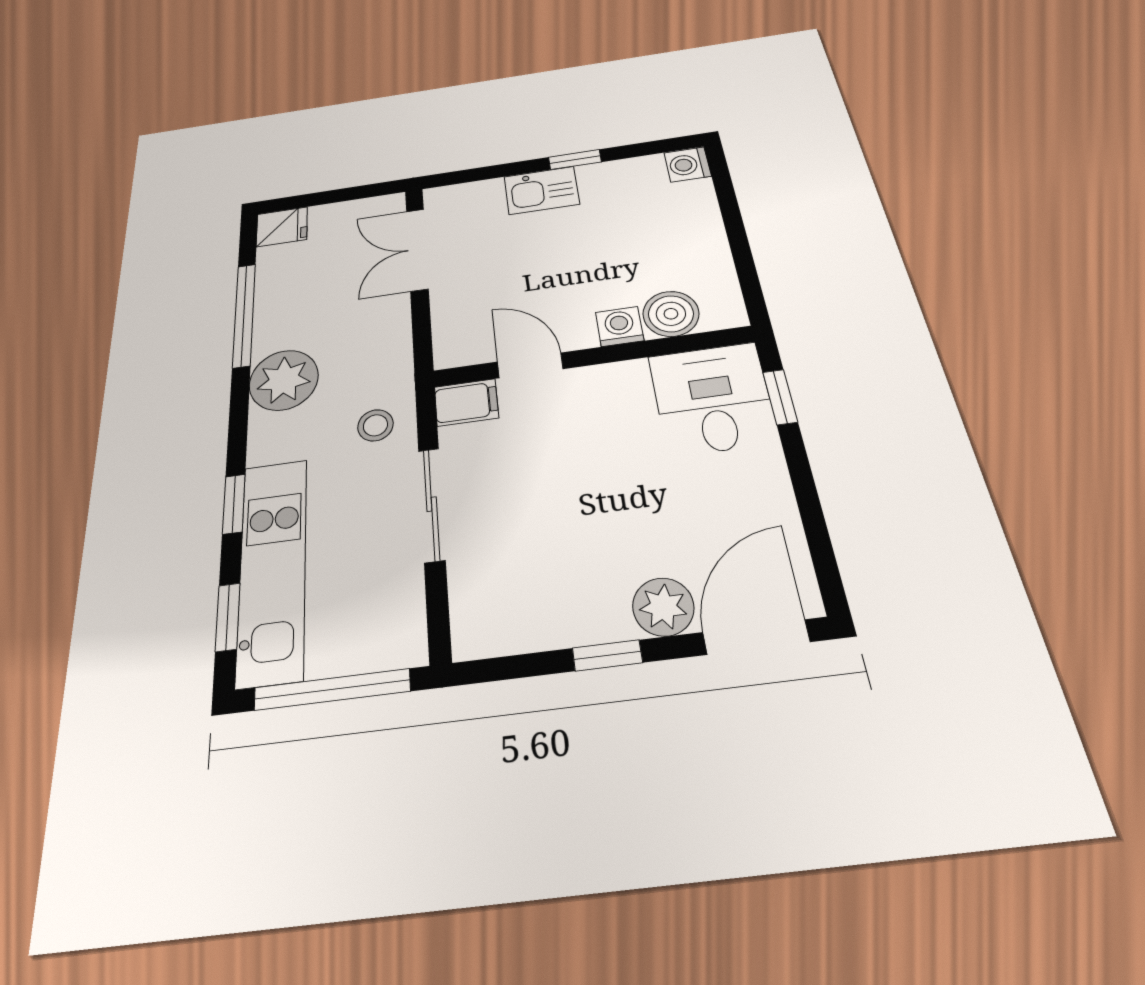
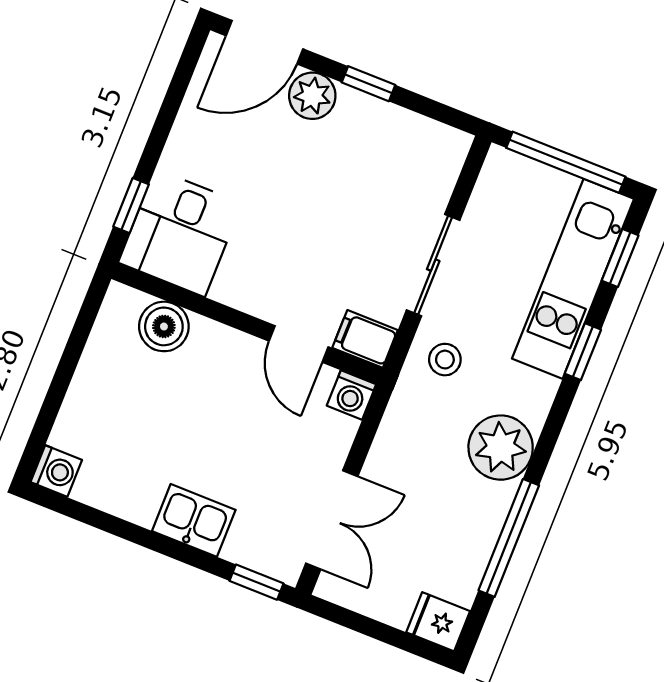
window: (575, 159) -> (256, 582), moved
washing machine: (620, 326) -> (351, 395), moved

